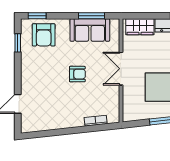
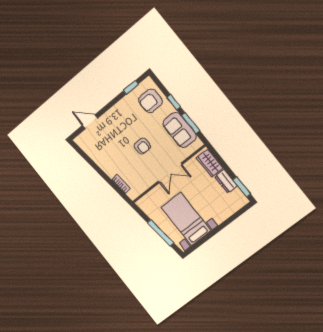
window: (37, 16) -> (174, 102), moved
double door: (121, 69) -> (170, 173), swing flipped

